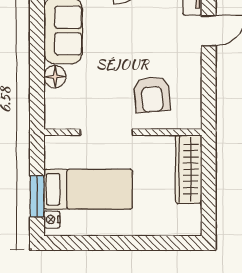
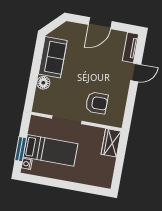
armchair: (152, 94) -> (97, 103), turned -85
wardrobe: (189, 169) -> (111, 143), width x0.67

